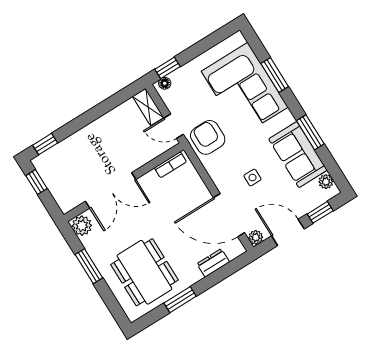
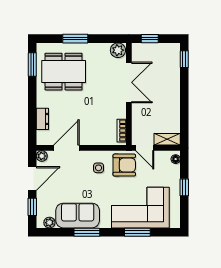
window: (167, 68) -> (184, 187), moved
door: (174, 126) -> (145, 148), swing flipped
side table: (252, 178) -> (99, 168), moved
window: (36, 182) -> (150, 39), moved
double door: (111, 190) -> (129, 82), swing flipped
door: (229, 215) -> (66, 148), width x0.73
window: (89, 266) -> (75, 39), moved
window: (180, 300) -> (32, 64), moved

